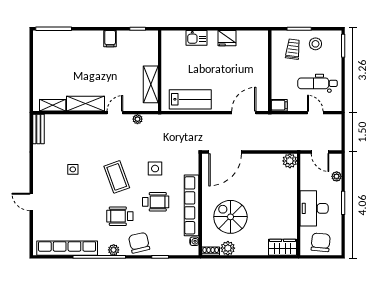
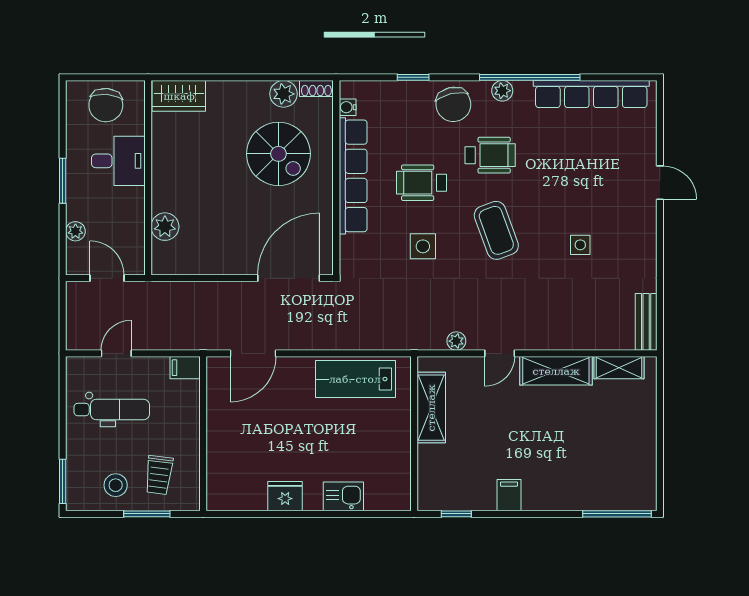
door: (315, 113) -> (116, 353), swing flipped
plant: (290, 161) -> (165, 227), moved
desk: (314, 208) -> (118, 161), width x0.73

